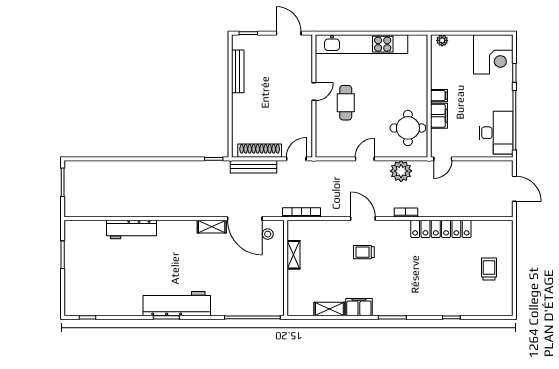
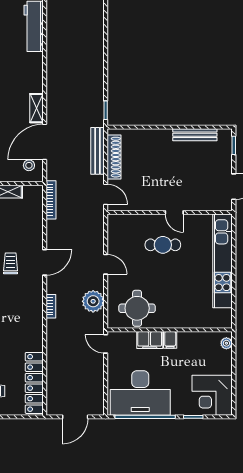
desk: (496, 133) -> (140, 393), width x1.36, depth x1.30
locker: (441, 229) -> (34, 383), moved

